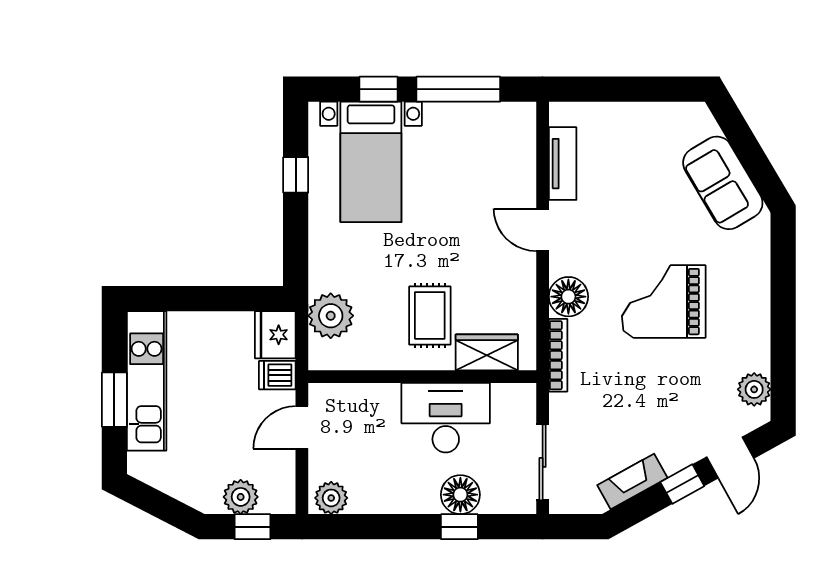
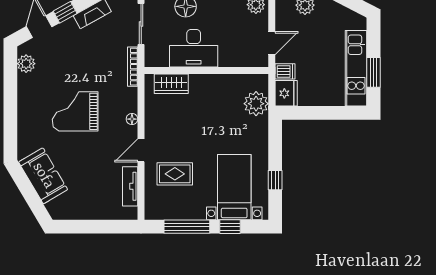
door: (543, 230) -> (141, 150), swing flipped
floor lamp: (568, 297) -> (132, 119), width x0.53, depth x0.53
grand piano: (664, 302) -> (75, 111), turned 180
rug: (430, 315) -> (175, 174), moved, turned 90
bookcase: (558, 355) -> (133, 67), moved
window: (114, 400) -> (373, 72), moved

